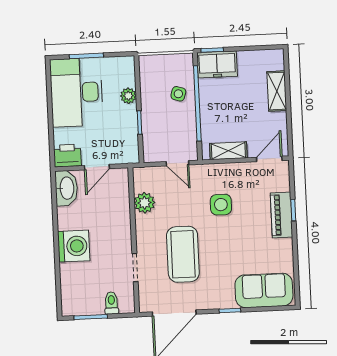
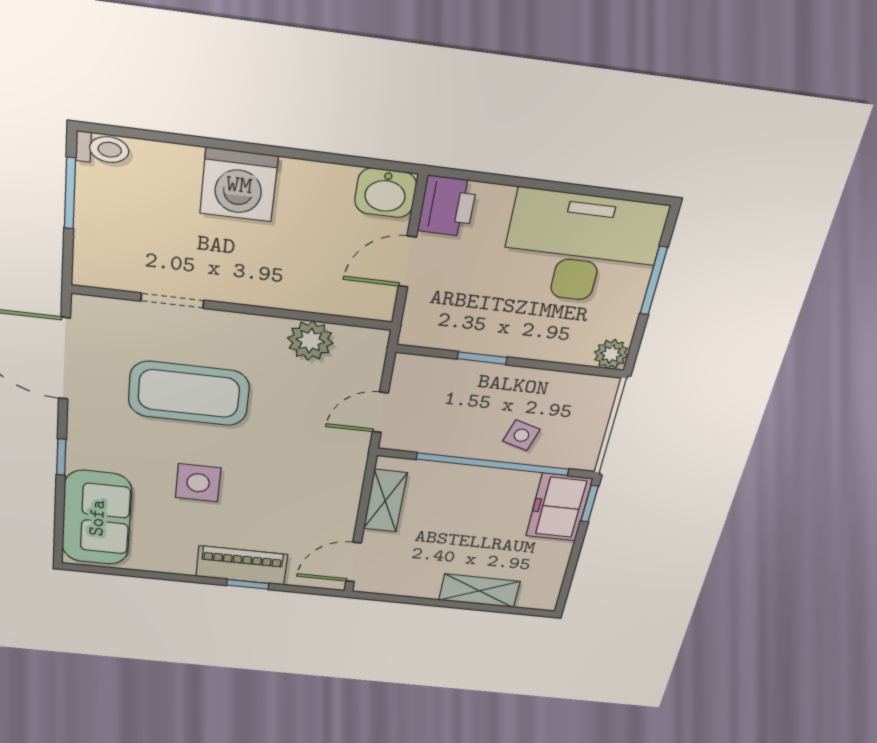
plant: (128, 96) -> (611, 354), moved
door: (269, 159) -> (354, 562), swing flipped
door: (97, 167) -> (407, 262), hinge flipped
washbasin: (66, 188) -> (386, 193), width x0.72
side table: (221, 205) -> (198, 483), moved
toilet: (111, 303) -> (102, 149), moved

